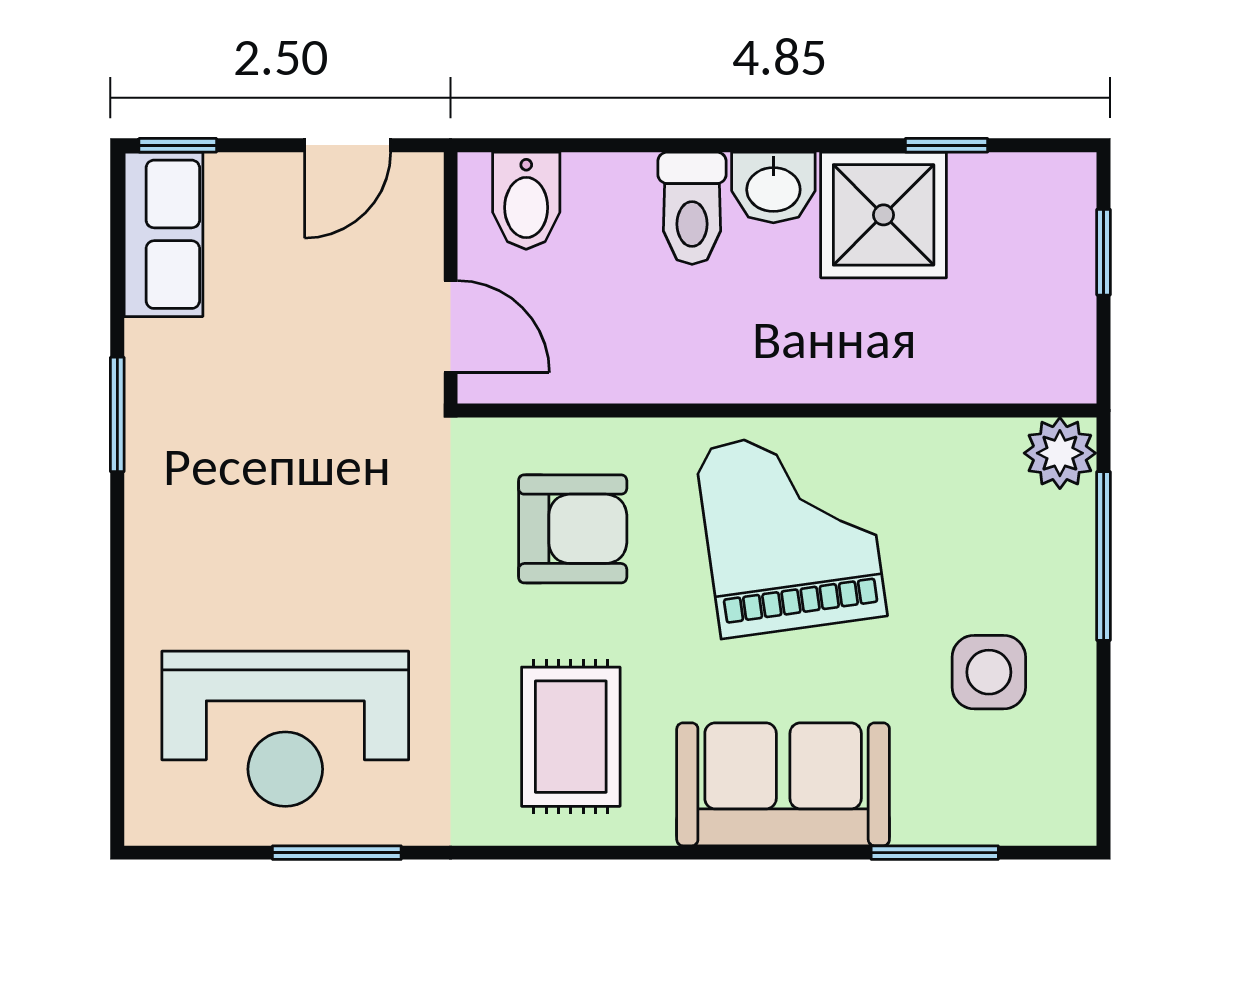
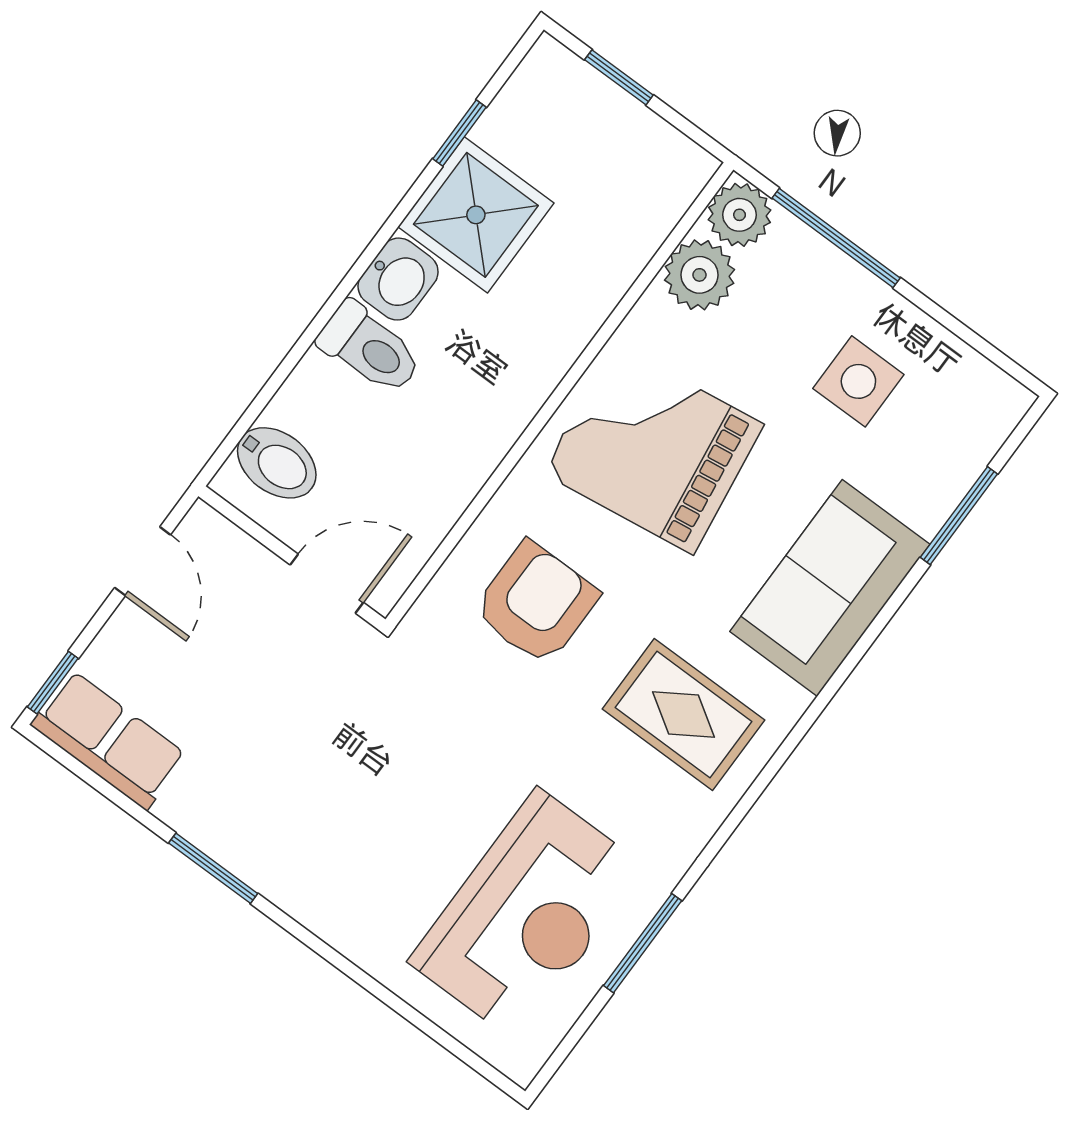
plant: (979, 457) -> (700, 275), added

